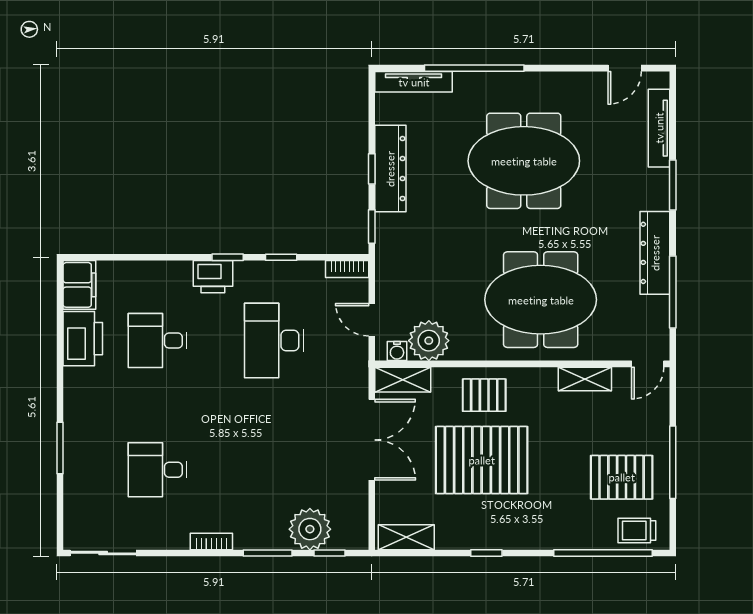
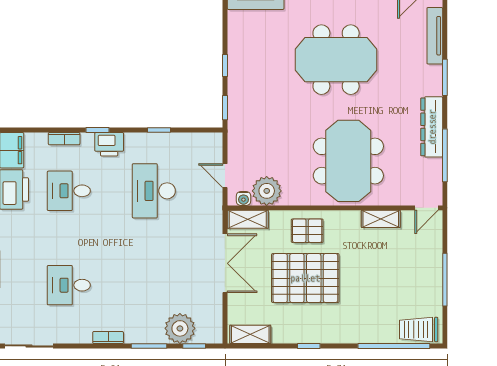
dresser: (390, 169) -> (239, 65), removed
window: (228, 257) -> (97, 130), moved
bookcase: (347, 269) -> (64, 139), moved
meeting table: (541, 300) -> (348, 161), turned 90
pallet: (622, 477) -> (407, 291), removed
trolley: (637, 530) -> (419, 329), width x1.36, depth x1.39

